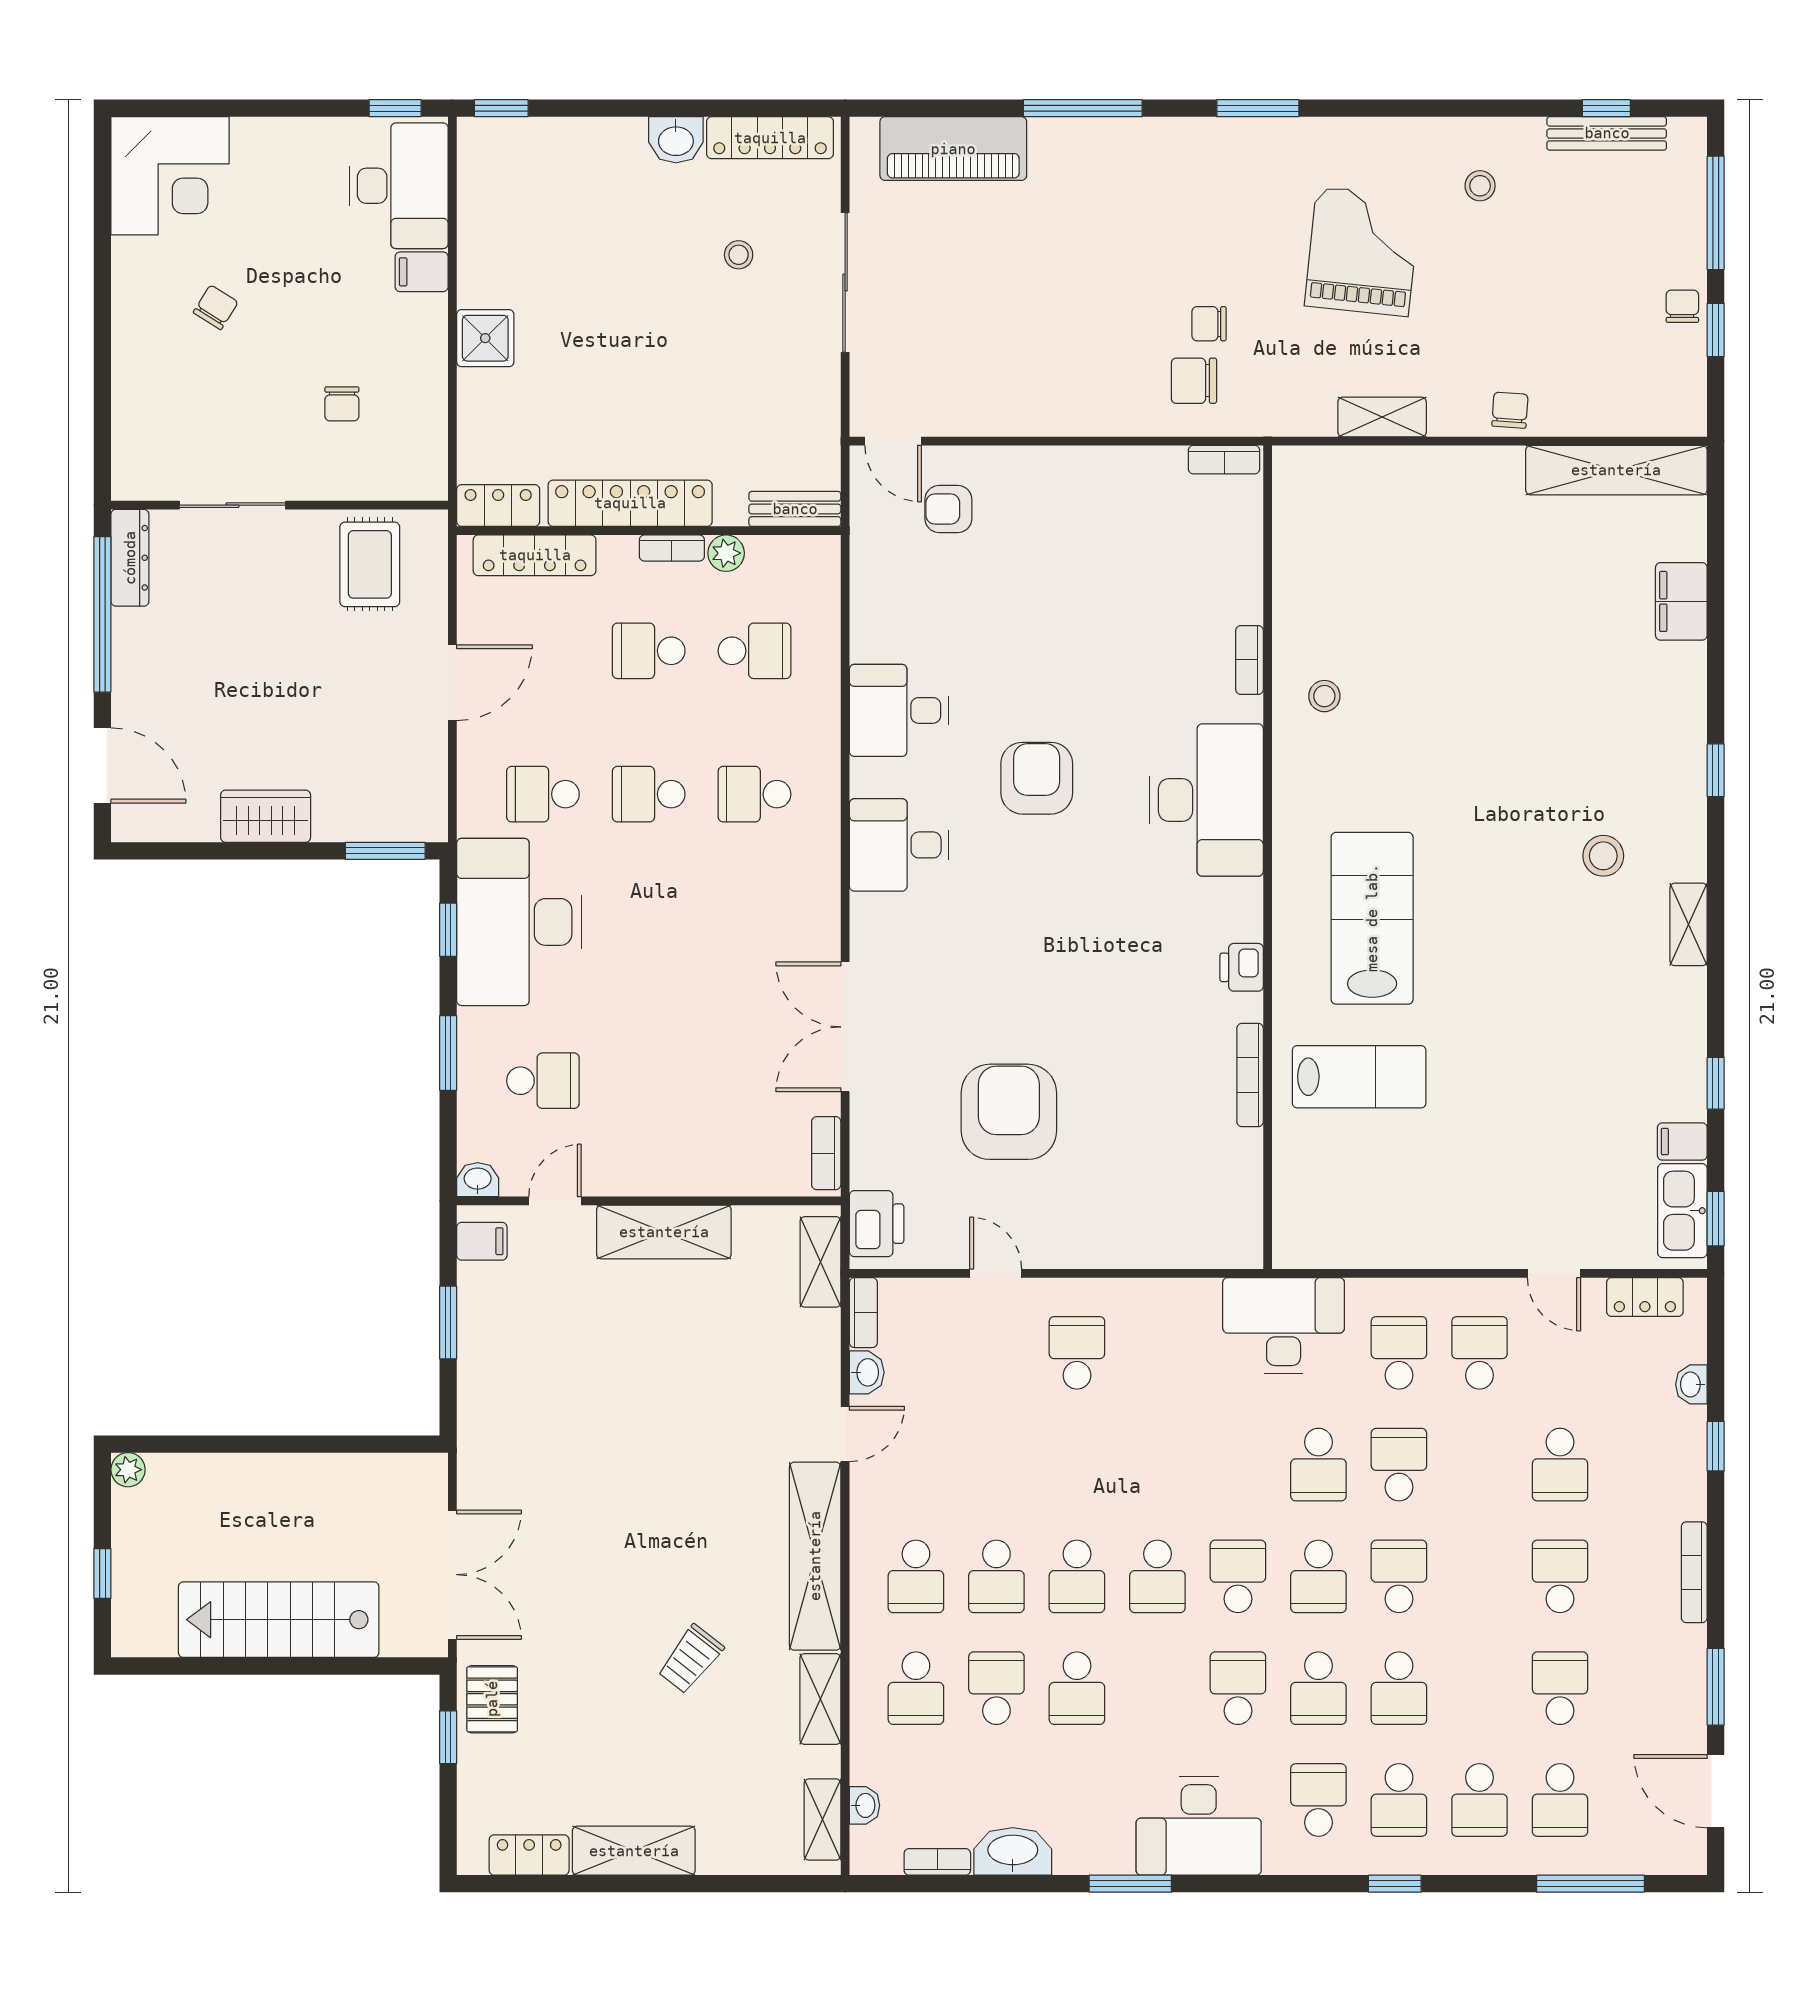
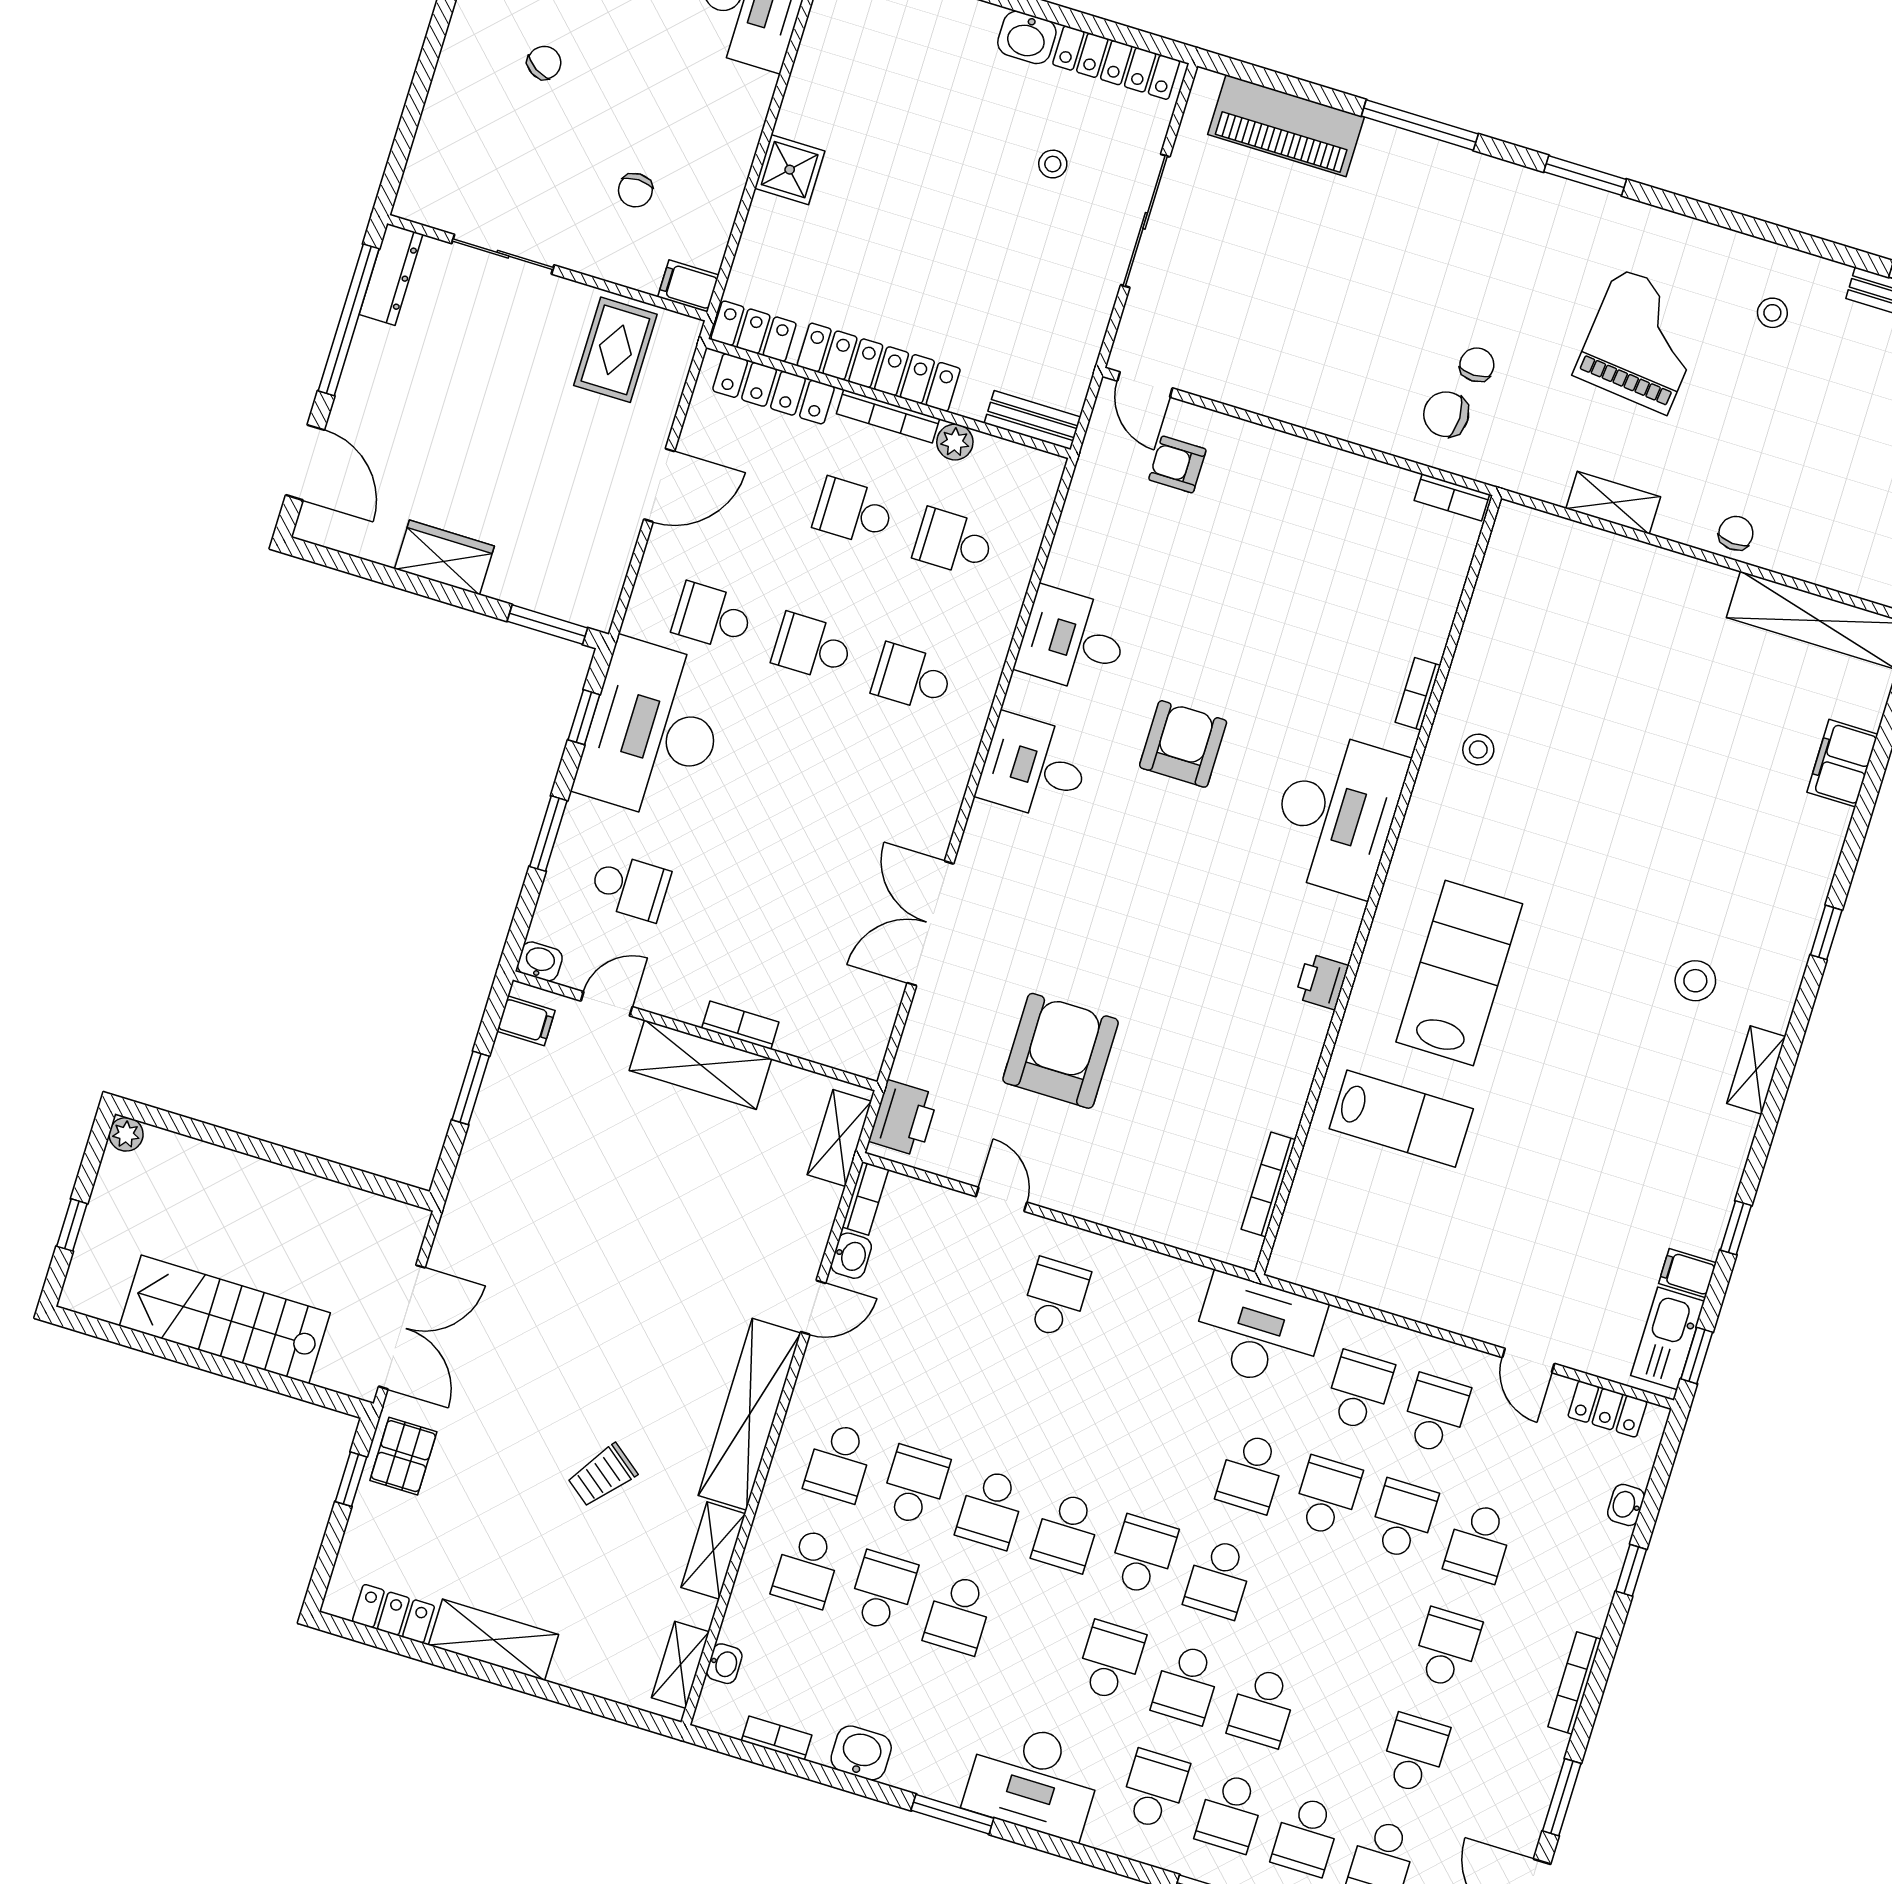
filing cabinet: (422, 272) -> (688, 286), moved
chair: (1209, 324) -> (1477, 365), turned 90
bookcase: (672, 548) -> (888, 416), width x1.56
school desk: (754, 651) -> (954, 542), turned 180
bookcase: (1250, 1075) -> (1269, 1184), moved
bookcase: (826, 1153) -> (740, 1025), moved, turned 90
school desk: (996, 1576) -> (915, 1486), turned 180
school desk: (1399, 1576) -> (1403, 1519), moved
washbasin: (1013, 1851) -> (861, 1753), width x0.72

